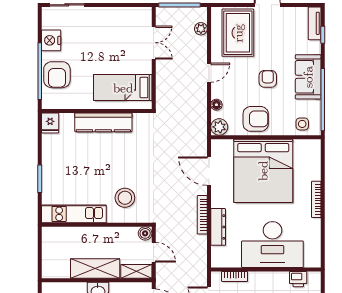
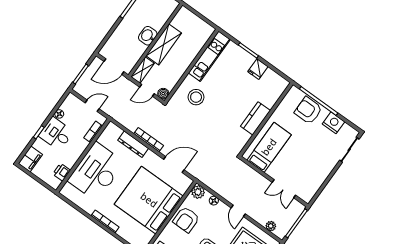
kitchen counter: (103, 122) -> (255, 118), width x0.67
fridge: (50, 123) -> (258, 69), moved, turned -90

